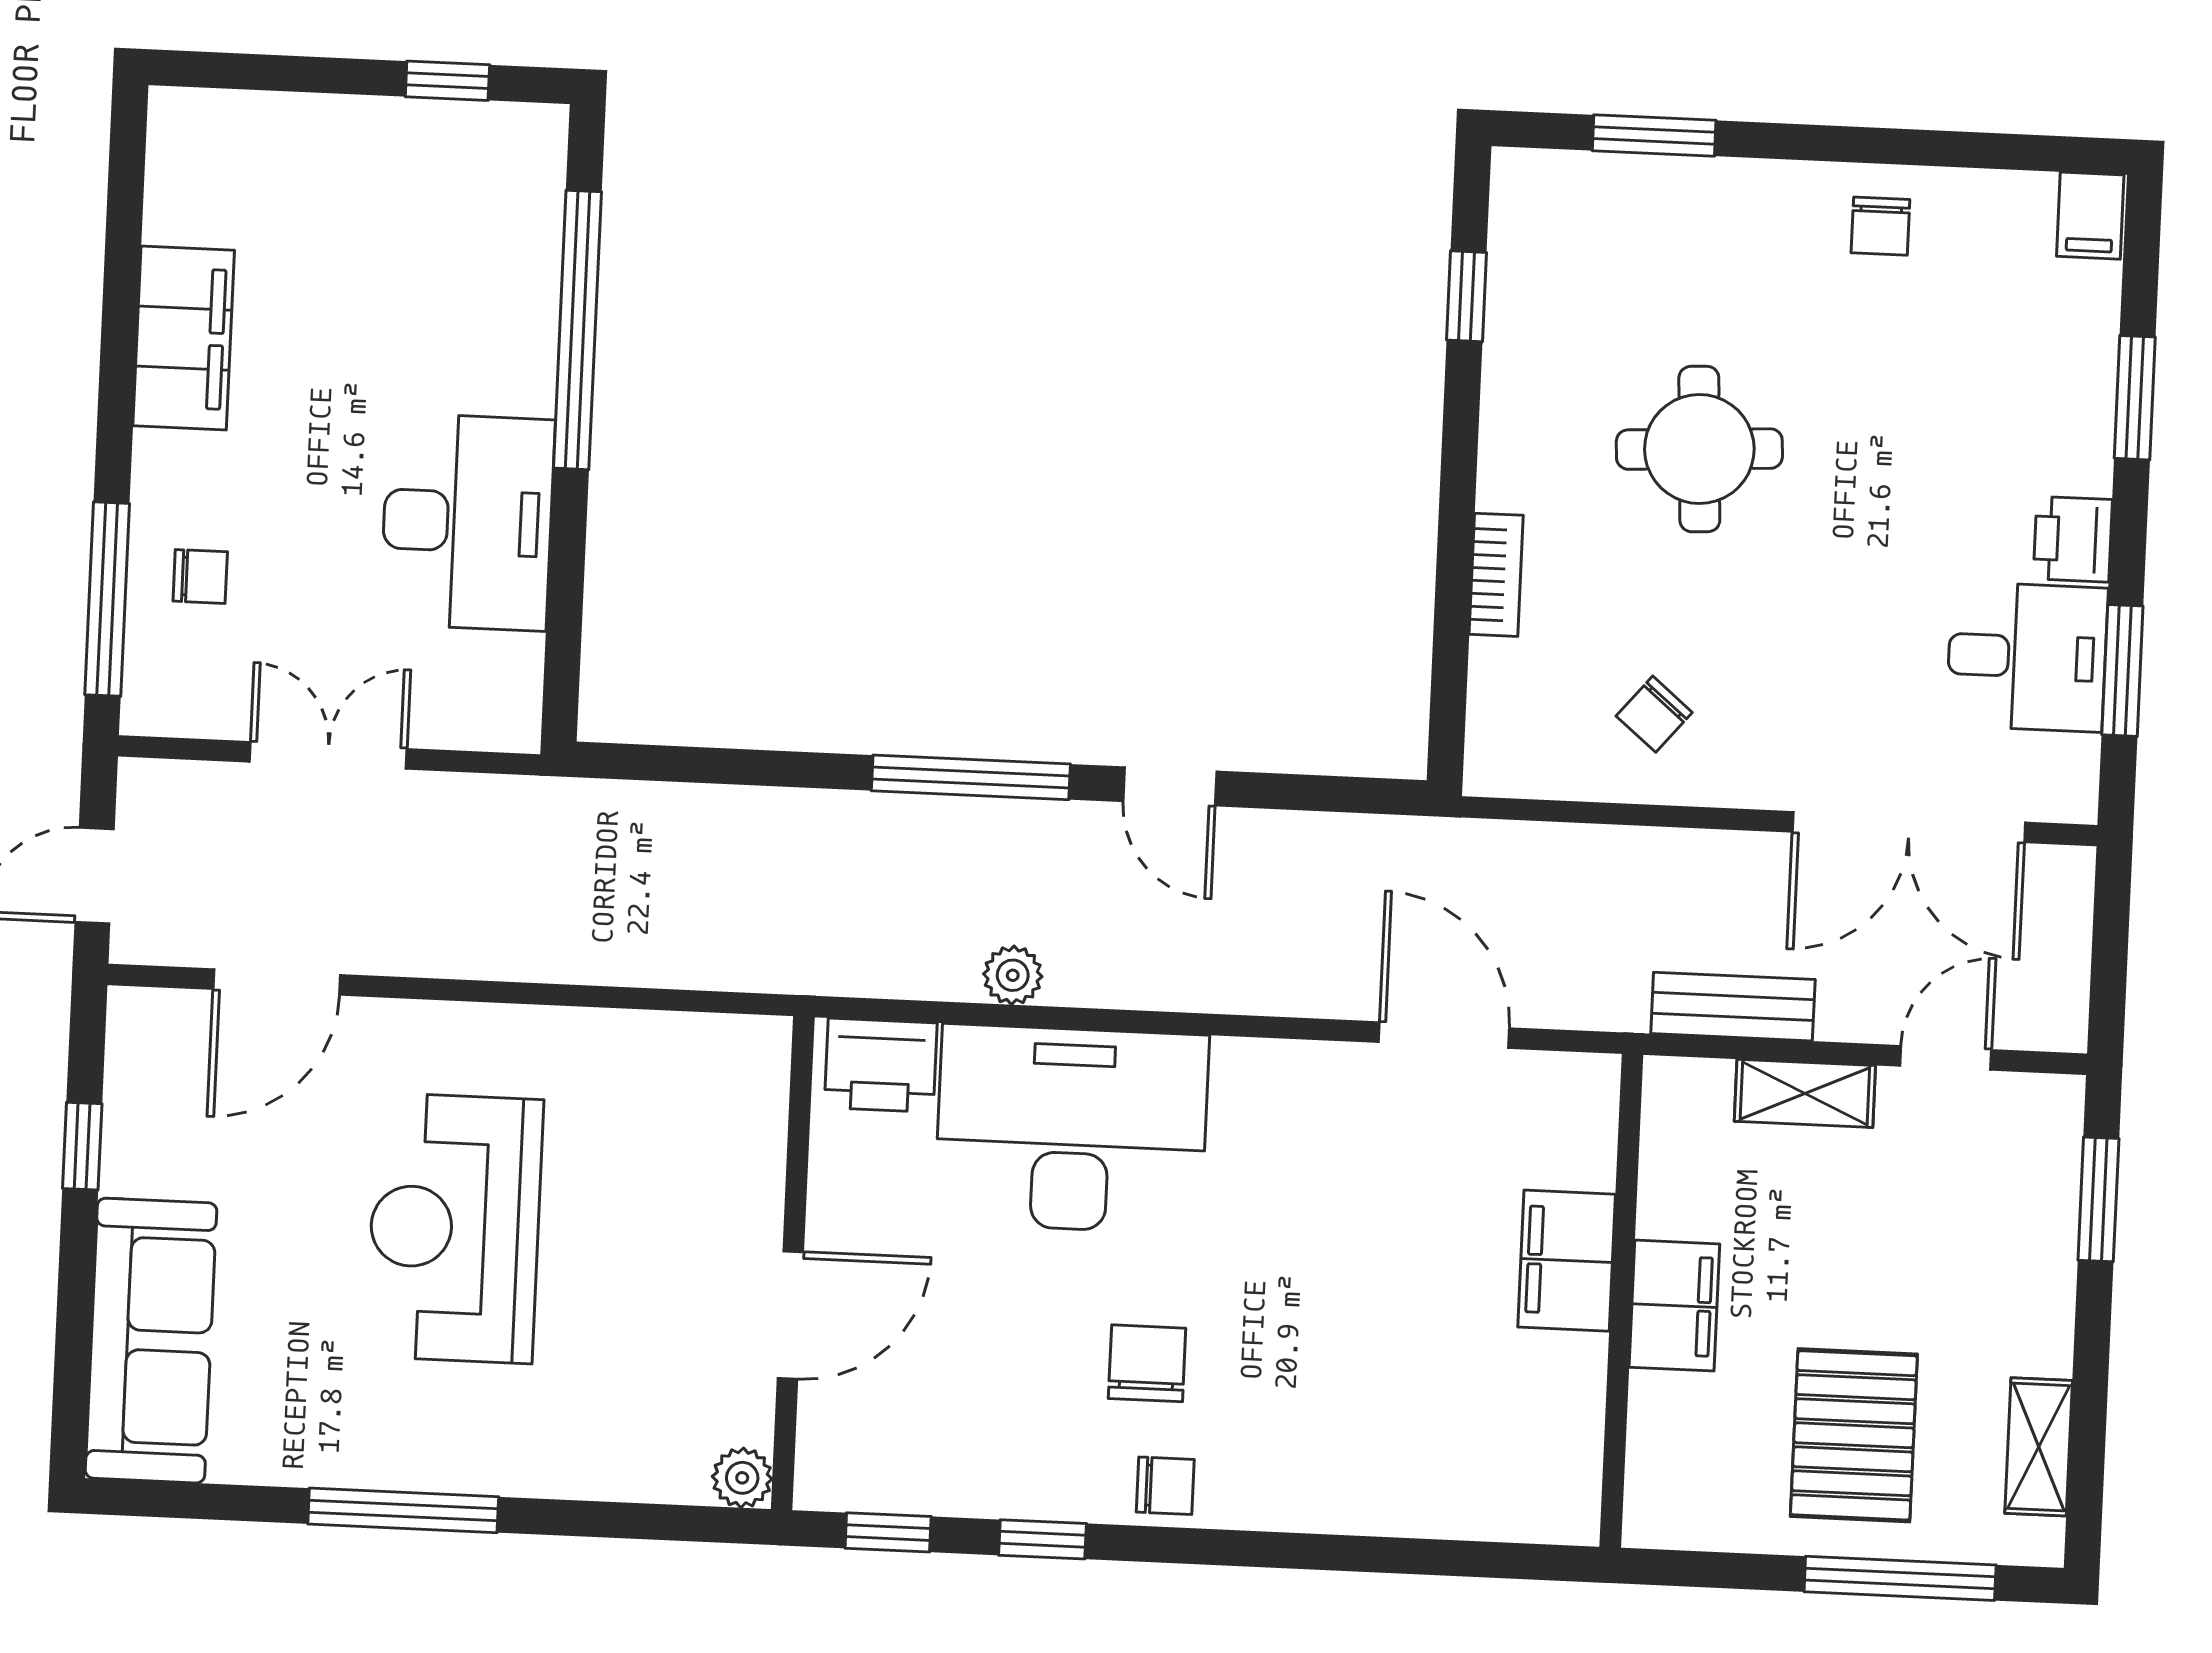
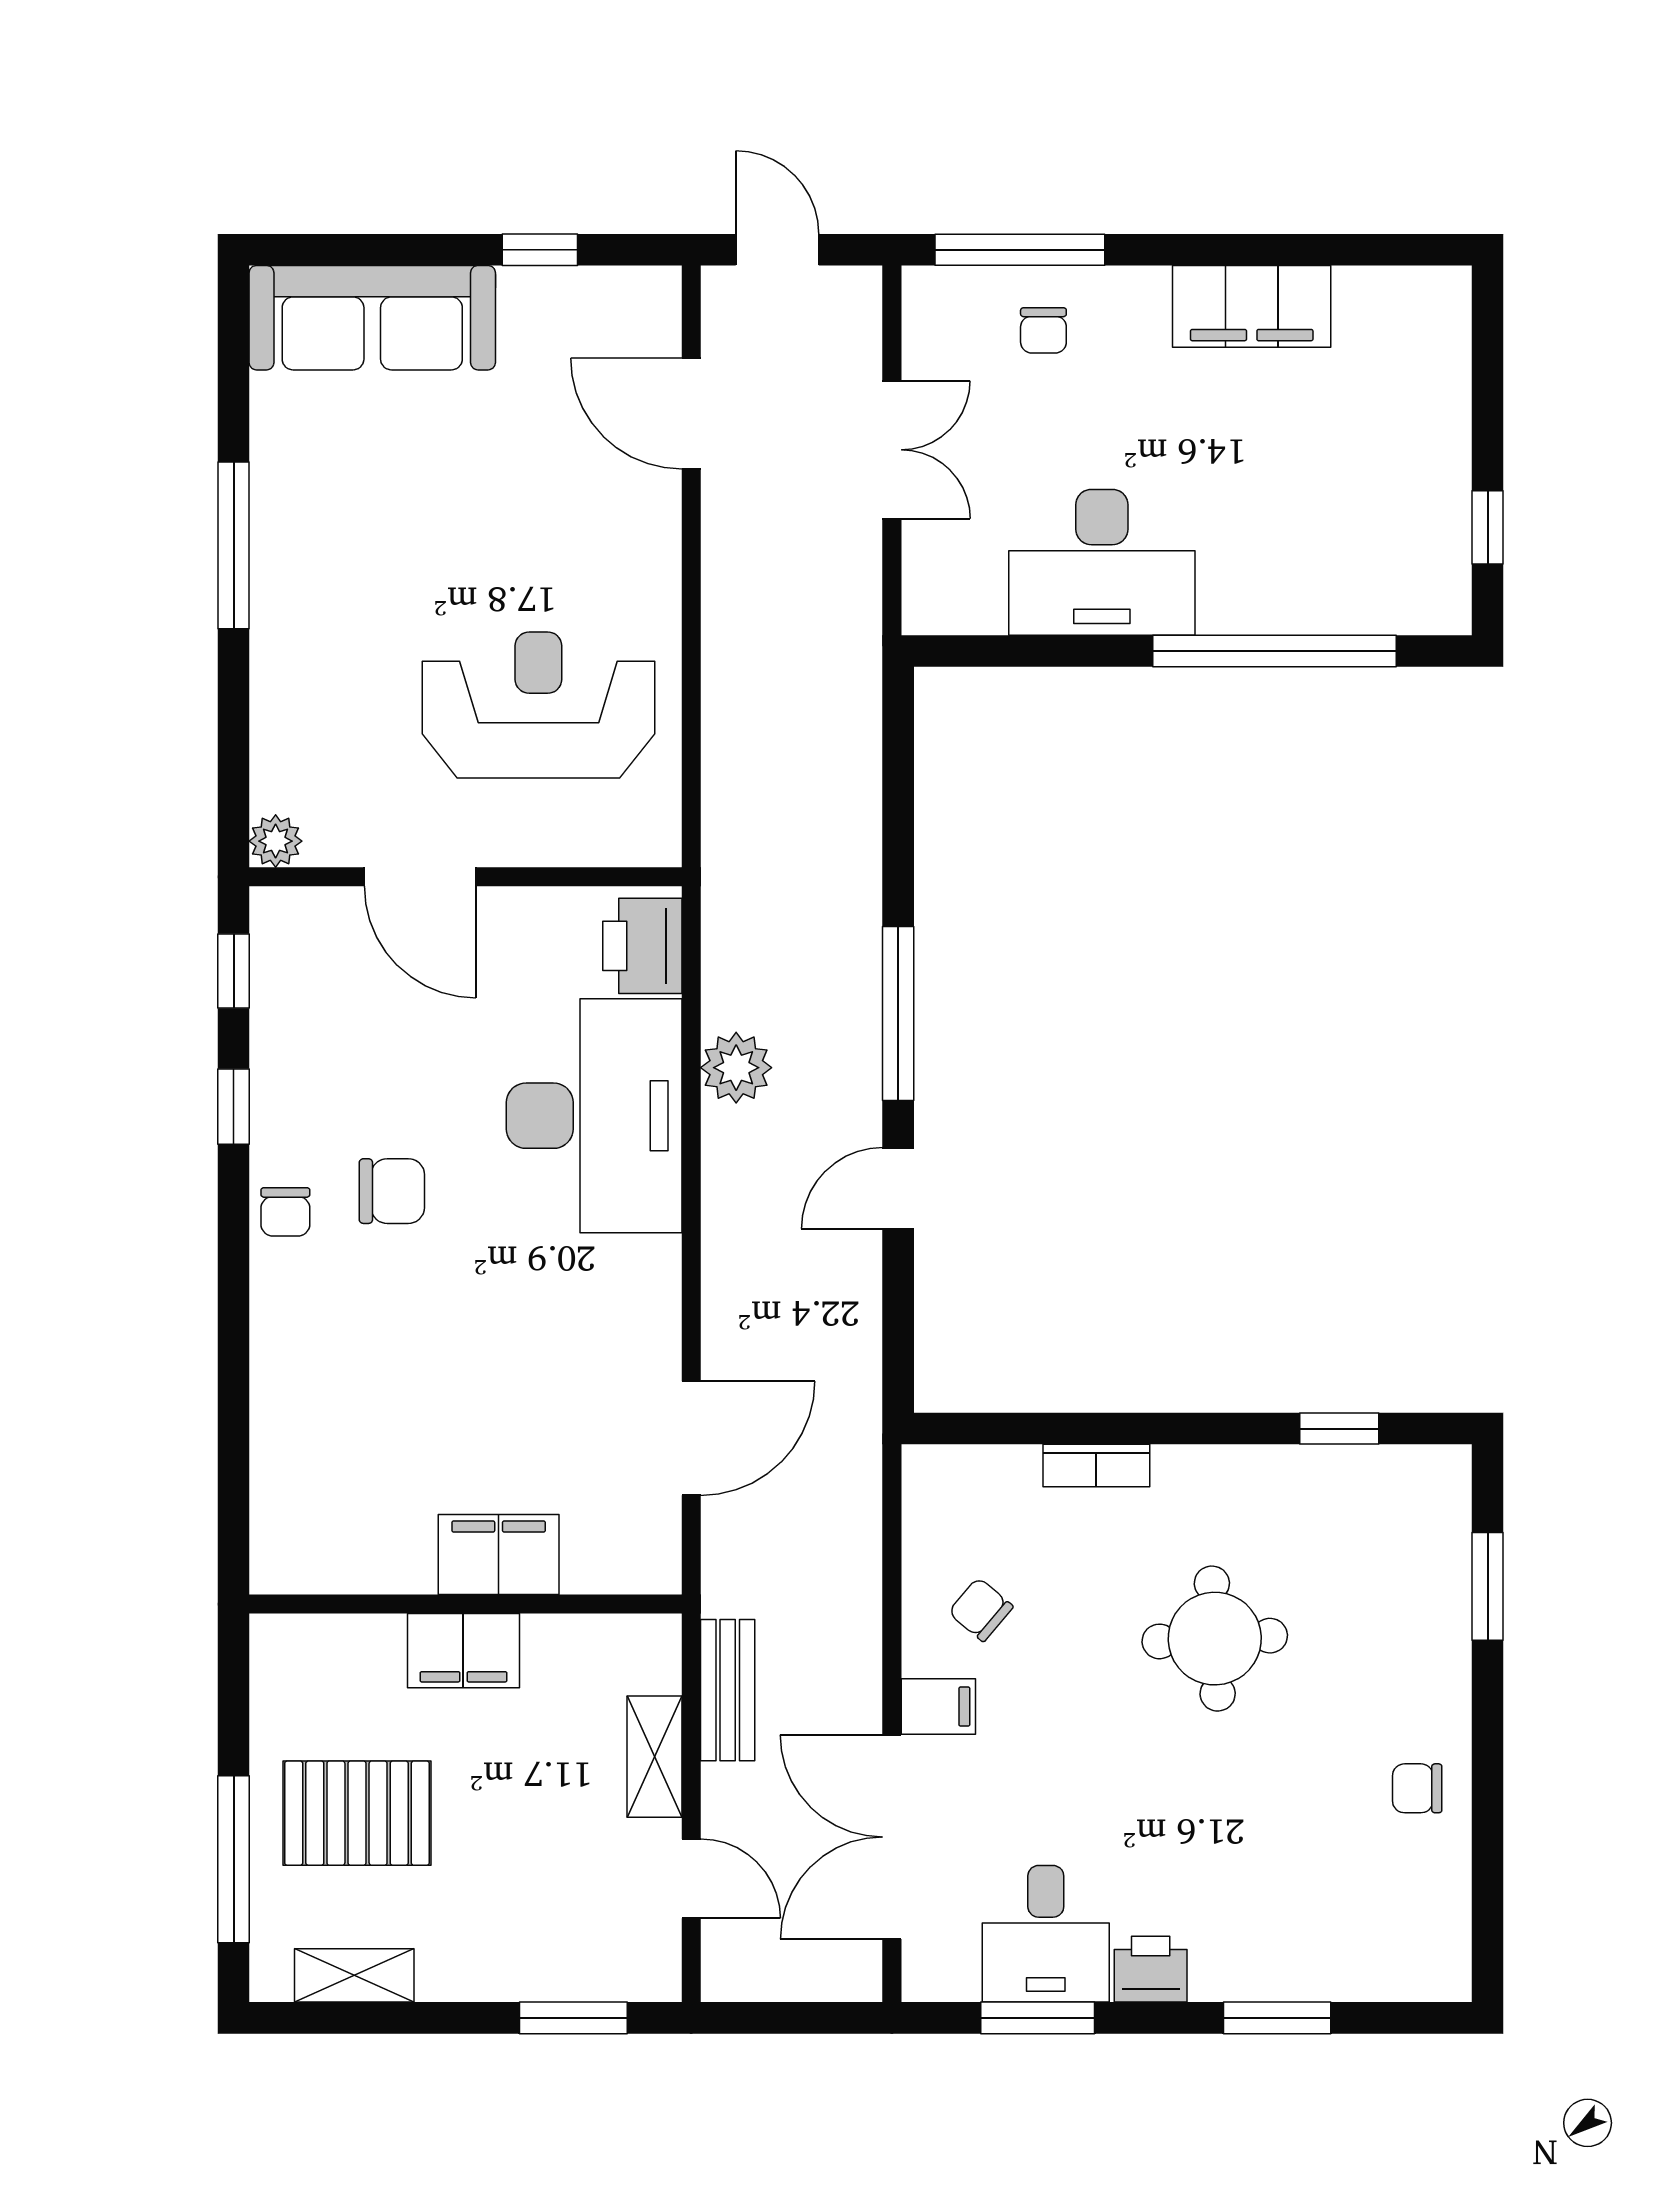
filing cabinet: (2090, 216) -> (938, 1707), moved, turned 180
plant: (1013, 975) -> (736, 1068), width x1.38, depth x1.38
reception desk: (455, 1228) -> (538, 705), moved

